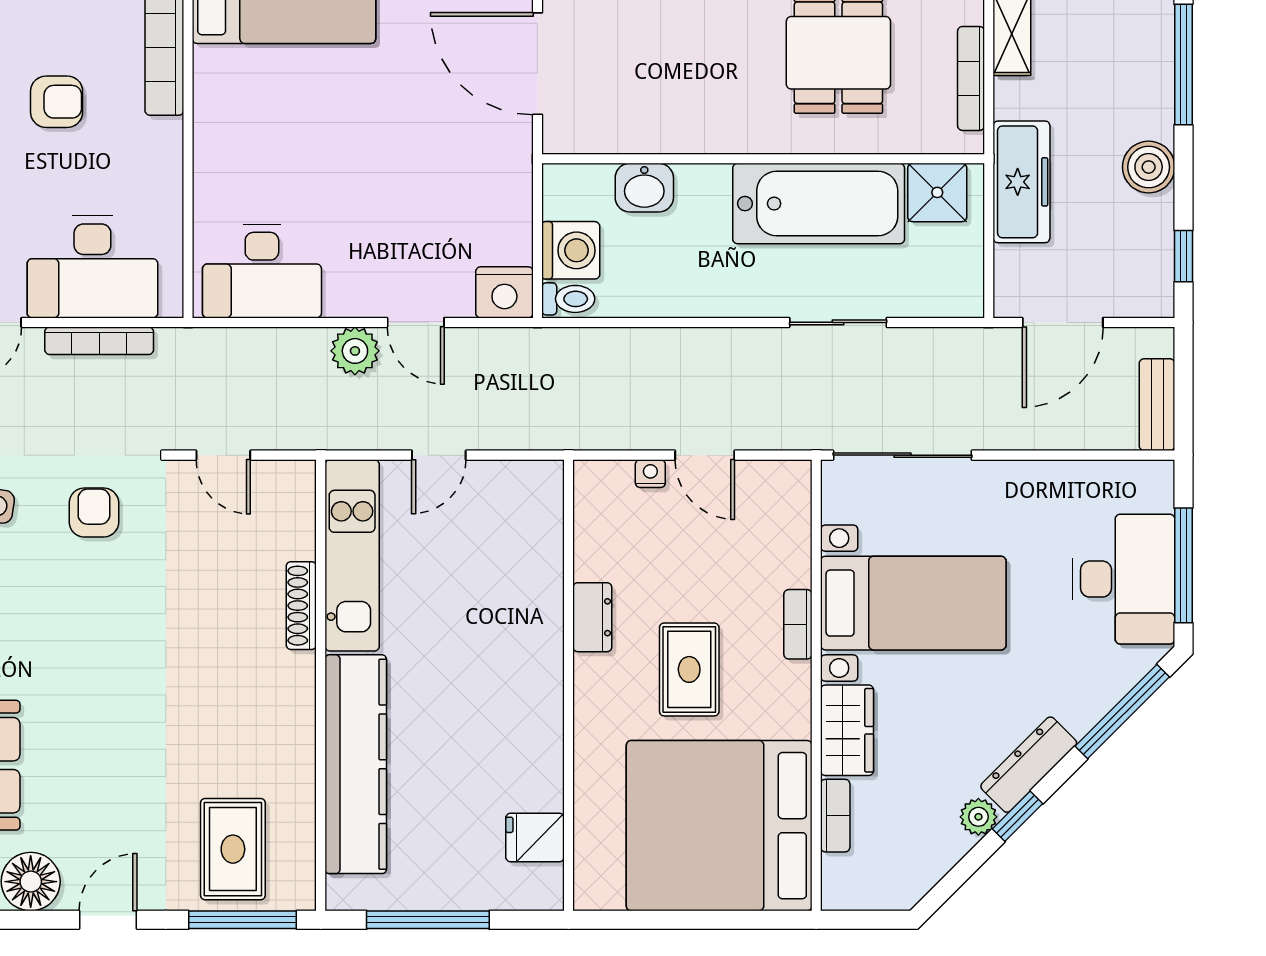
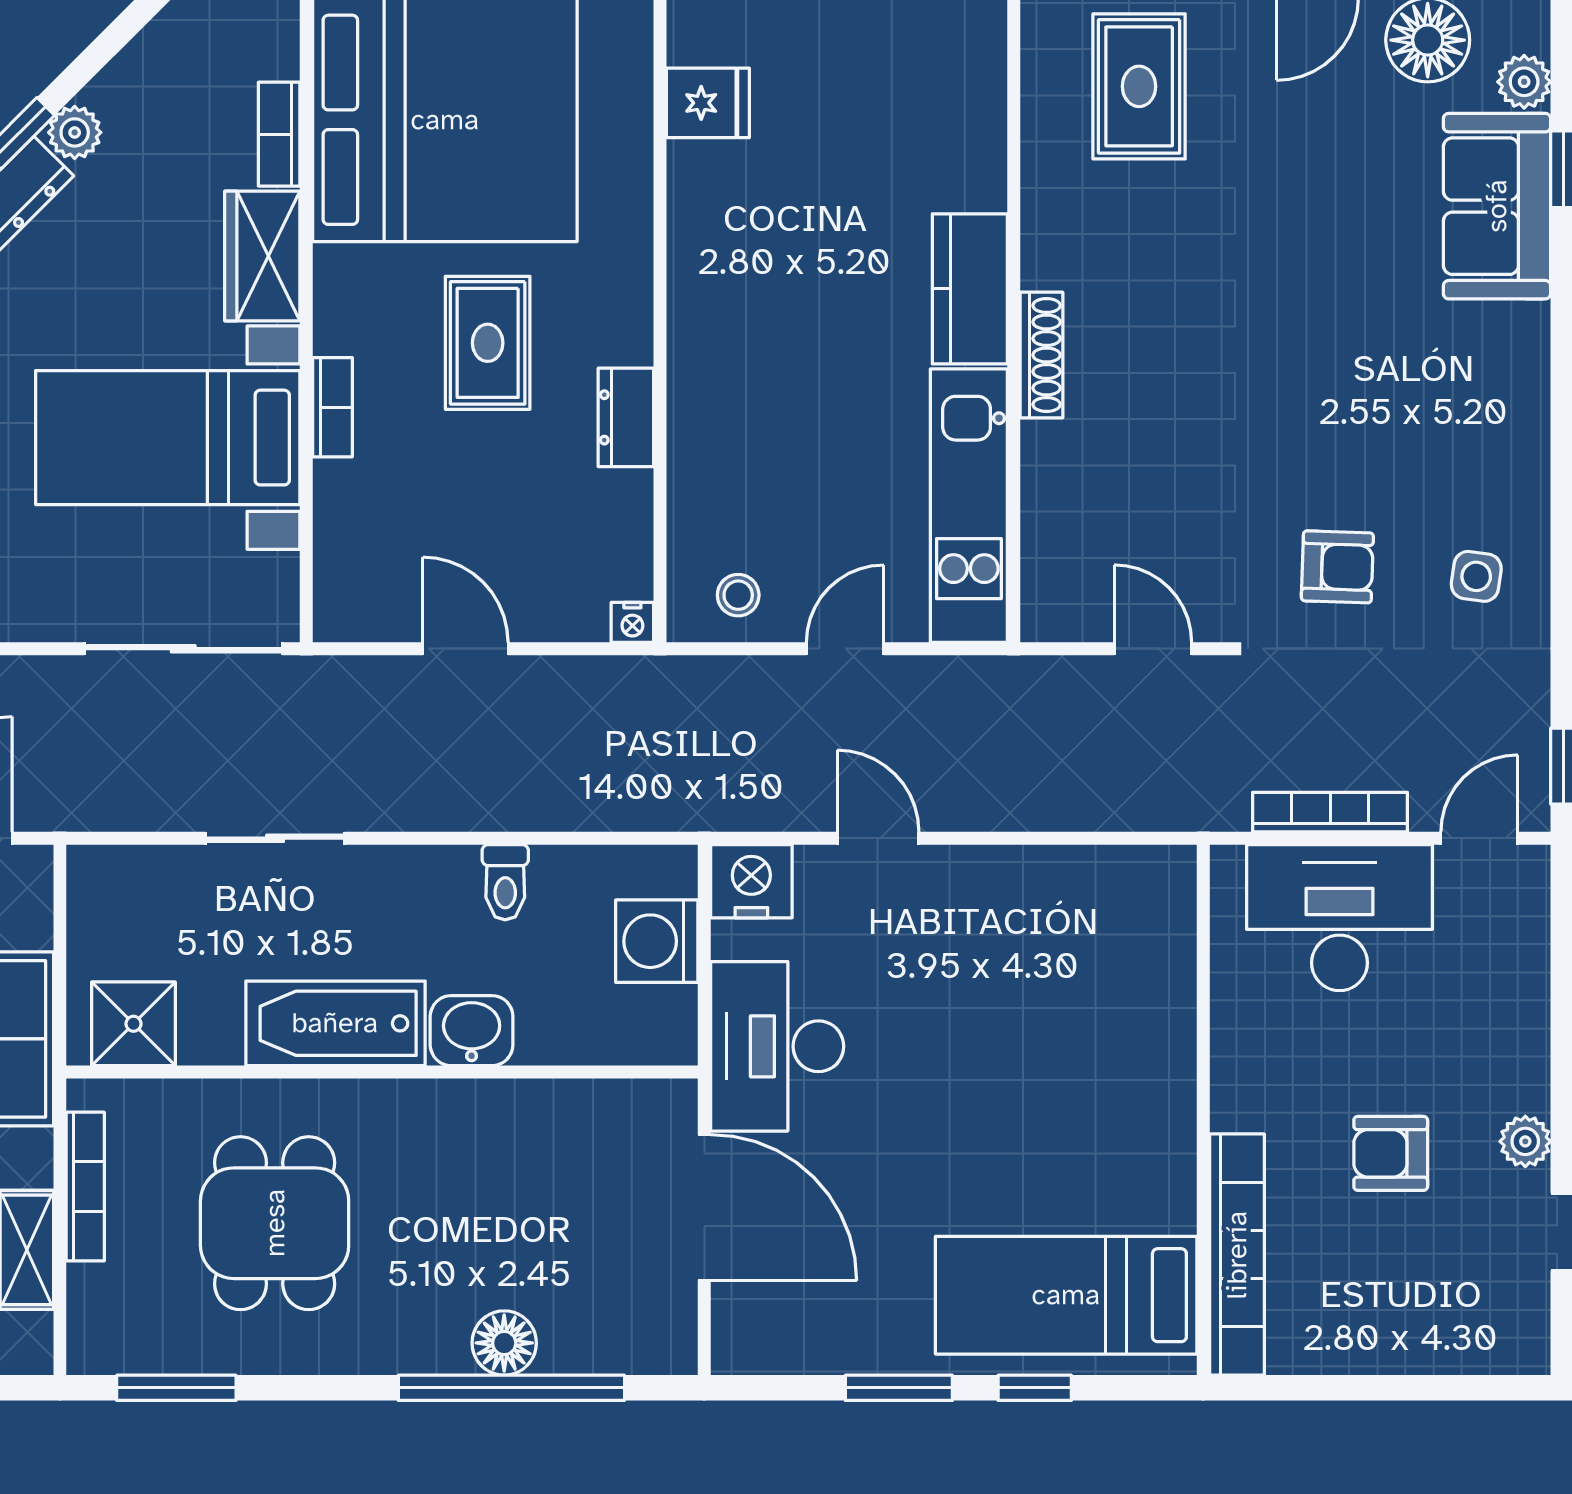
washbasin: (644, 188) -> (472, 1031), moved
bathtub: (819, 204) -> (335, 1023), width x0.73, depth x0.73
desk: (262, 271) -> (777, 1046), moved, turned -90
toilet: (568, 299) -> (505, 882), moved, turned -90
plant: (355, 351) -> (965, 798), removed
nightstand: (650, 474) -> (632, 622), moved
stool: (514, 493) -> (738, 595), added
armchair: (94, 513) -> (1337, 567), turned -88
shoe rack: (301, 606) -> (1041, 355), moved
kitchen counter: (356, 764) -> (970, 289), width x0.48, depth x0.86

